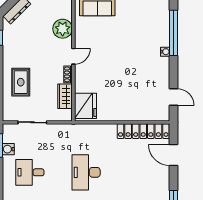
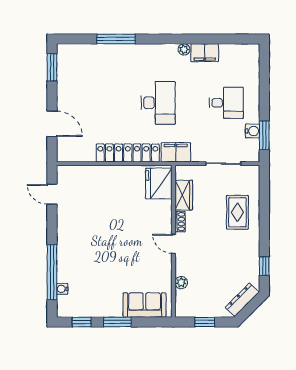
plant: (63, 29) -> (181, 283), width x0.53, depth x0.53
water cooler: (165, 52) -> (62, 289), moved
door: (73, 56) -> (173, 244), hinge flipped
locker: (143, 131) -> (128, 153), moved
filing cabinet: (72, 132) -> (176, 152), added

